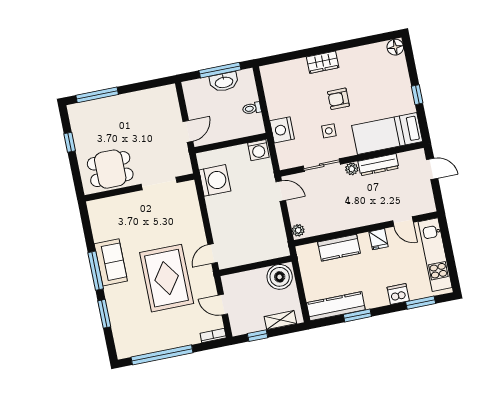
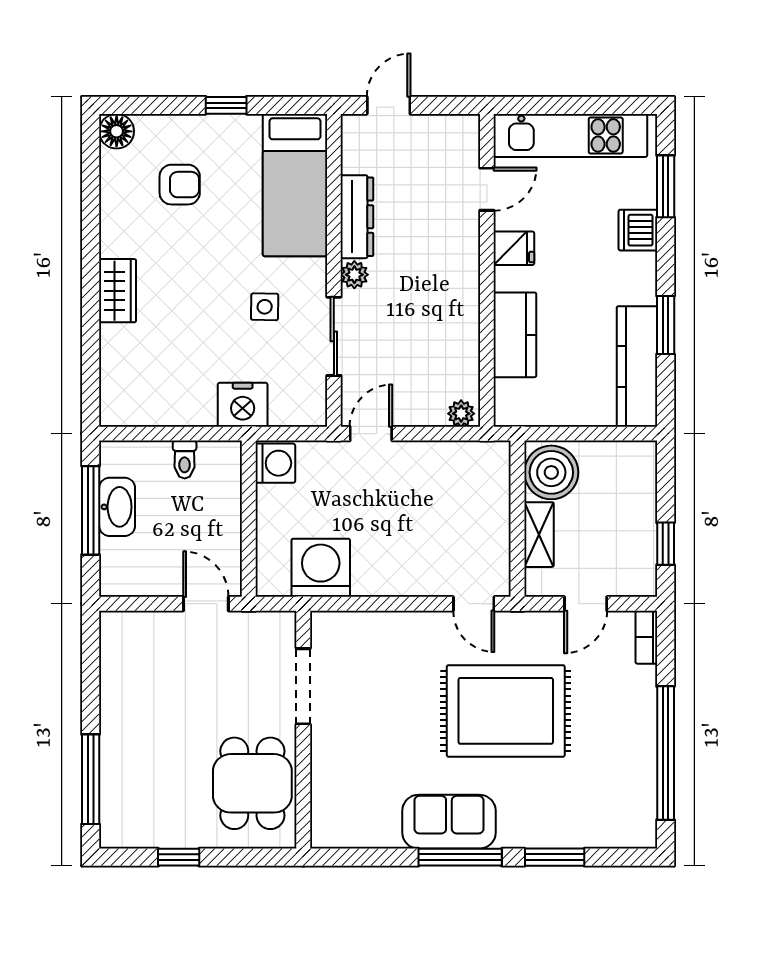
armchair: (338, 99) -> (180, 185), moved, turned -90
shelving: (280, 320) -> (539, 535), moved

